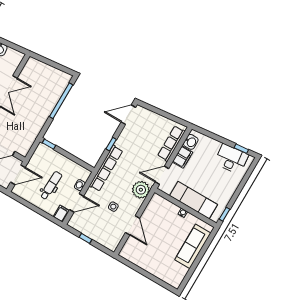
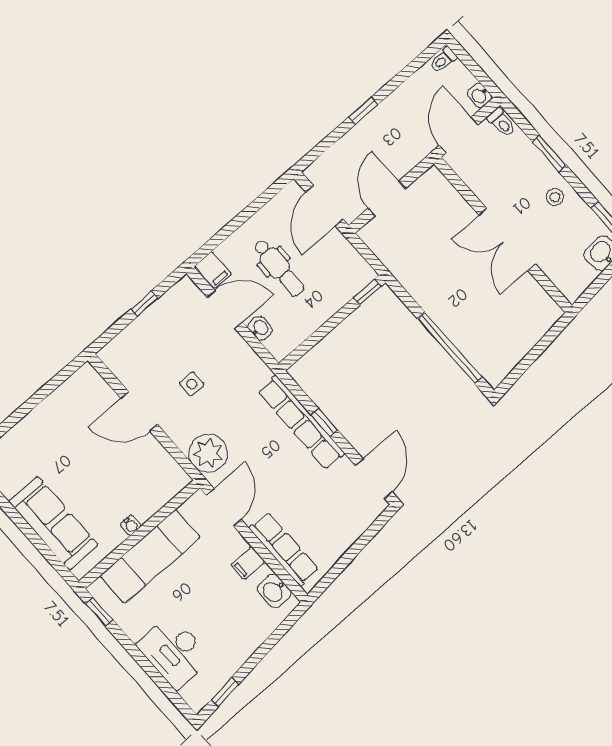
filing cabinet: (183, 157) -> (248, 563), width x0.50
desk: (231, 159) -> (174, 652), moved, turned 96
row of seats: (106, 168) -> (301, 423), moved
door: (77, 203) -> (225, 310), swing flipped

